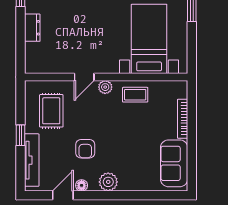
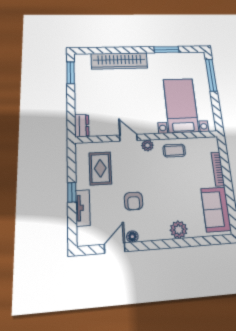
dresser: (32, 28) -> (82, 126), moved
door: (84, 77) -> (128, 138), swing flipped
tv unit: (32, 160) -> (83, 208), width x0.71
plant: (108, 182) -> (179, 230), moved

